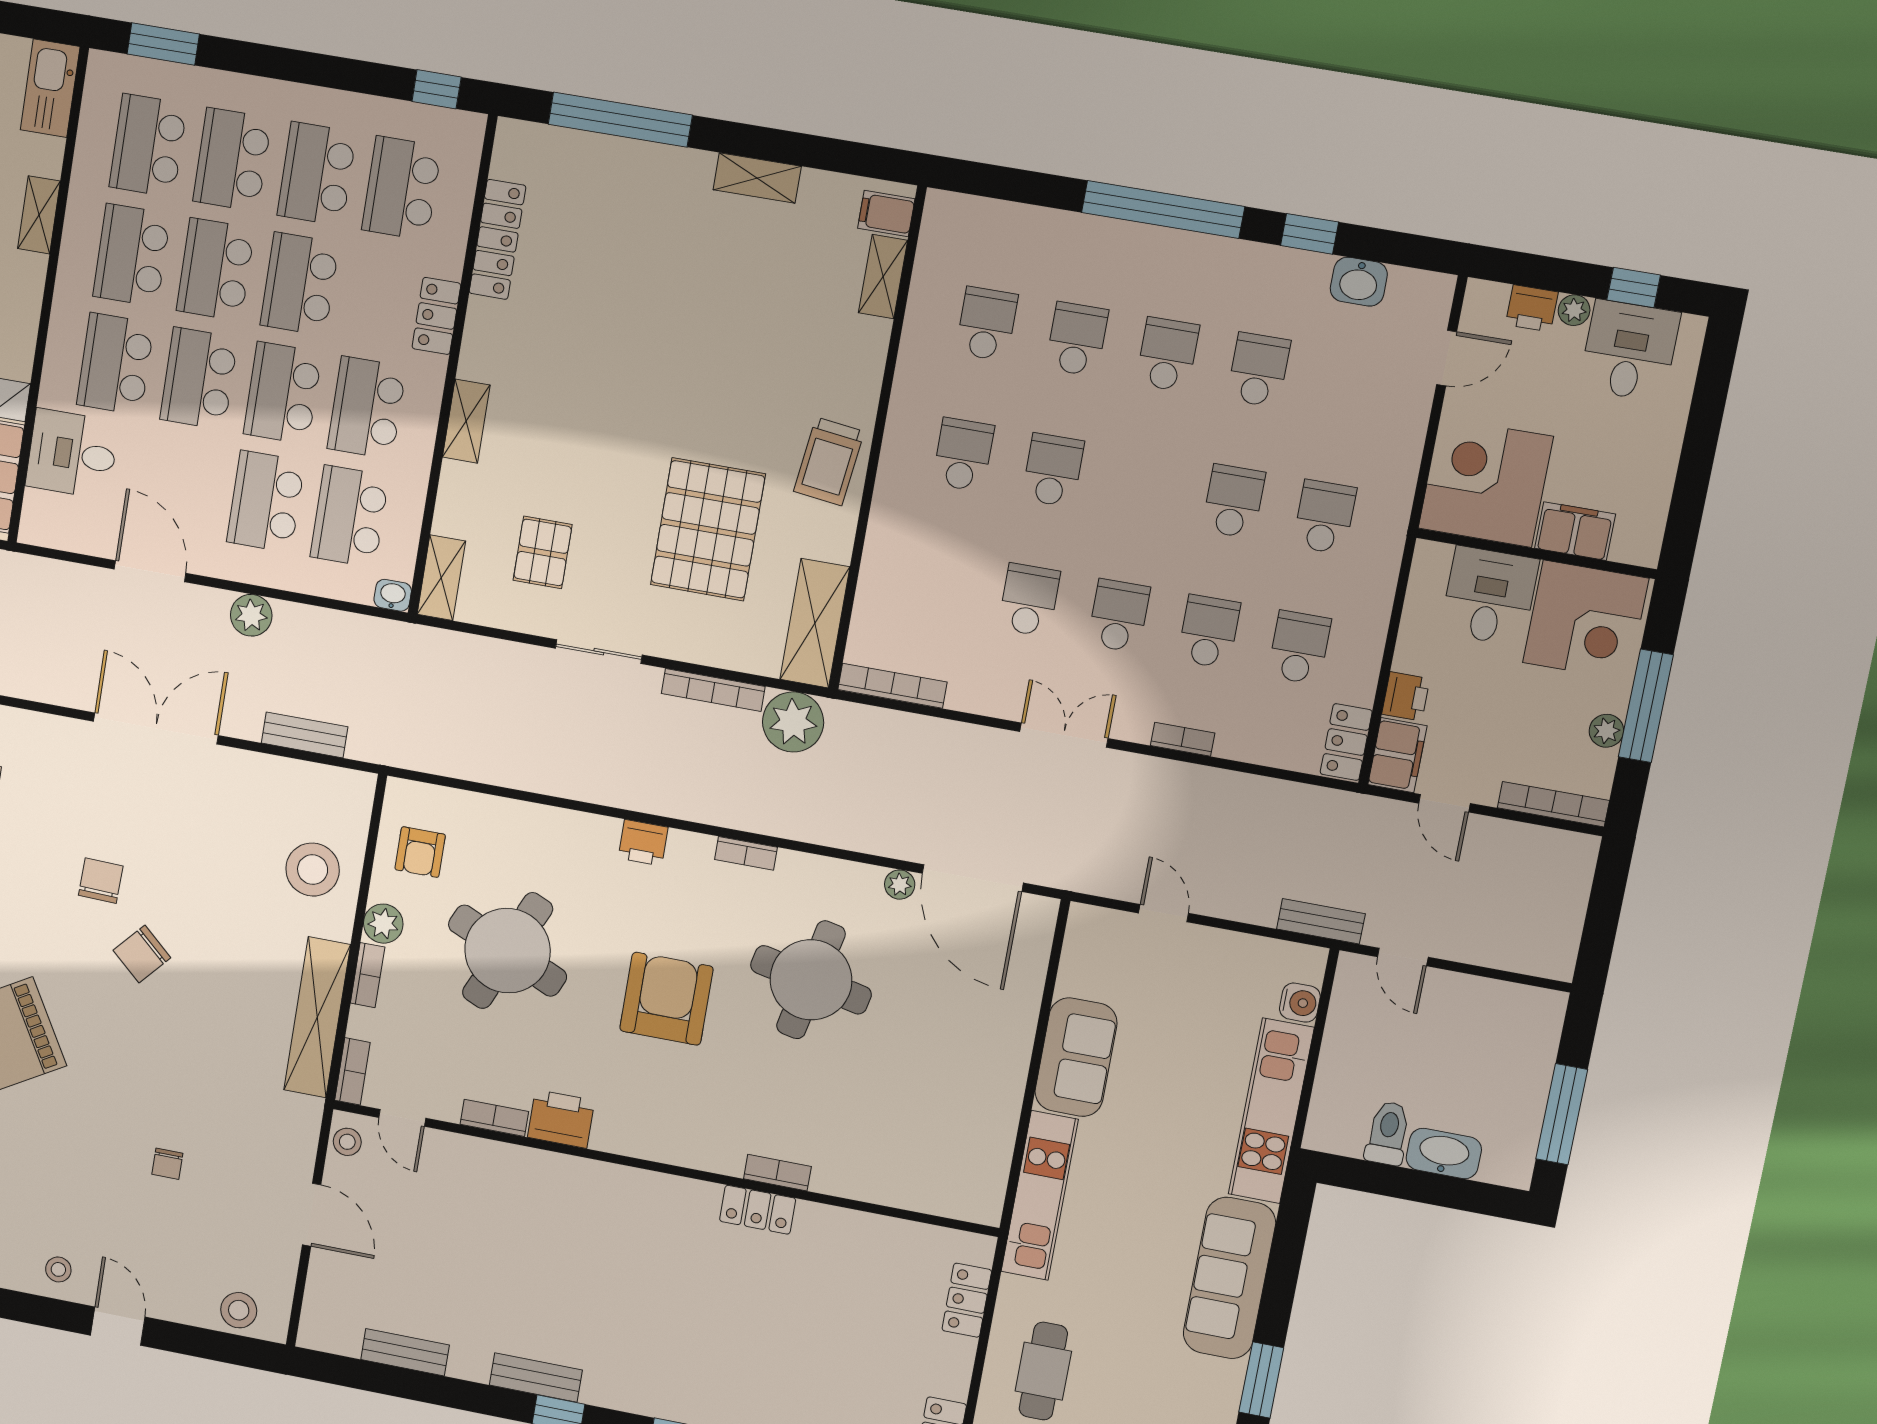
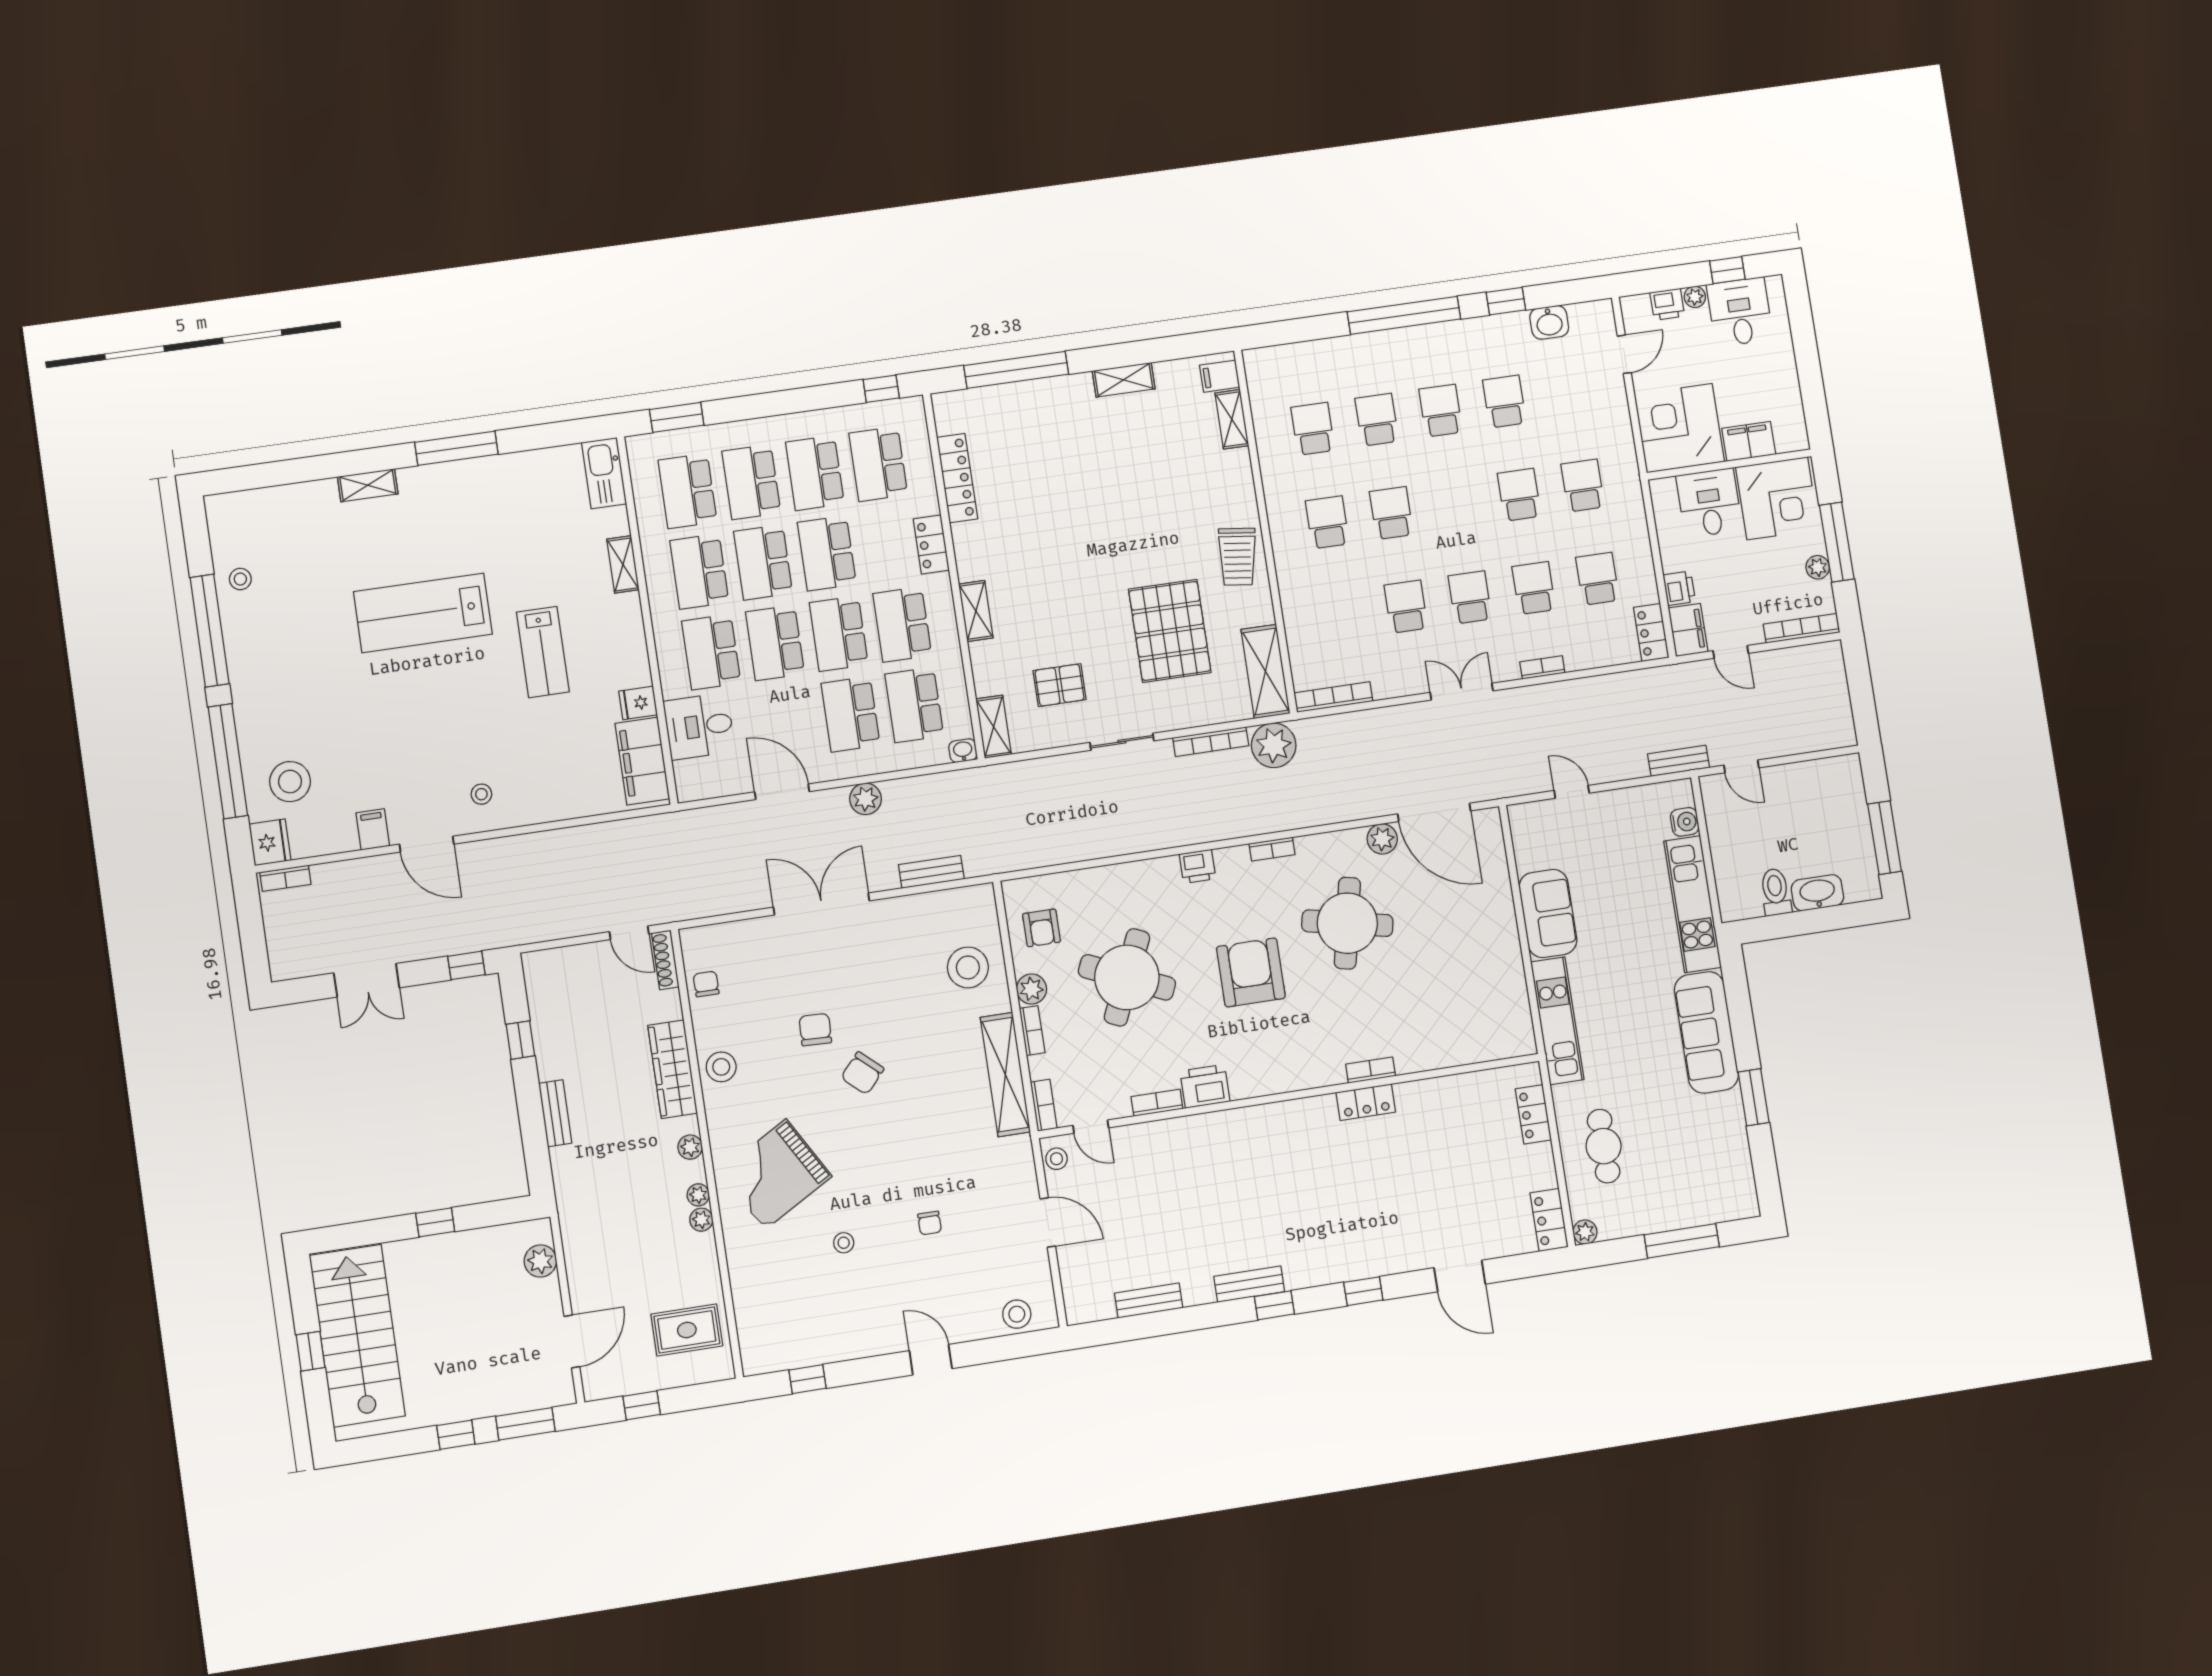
pallet: (543, 552) -> (1060, 685), turned 90
plant: (900, 885) -> (1382, 839), width x1.38, depth x1.38
stool: (58, 1269) -> (844, 1243), moved

